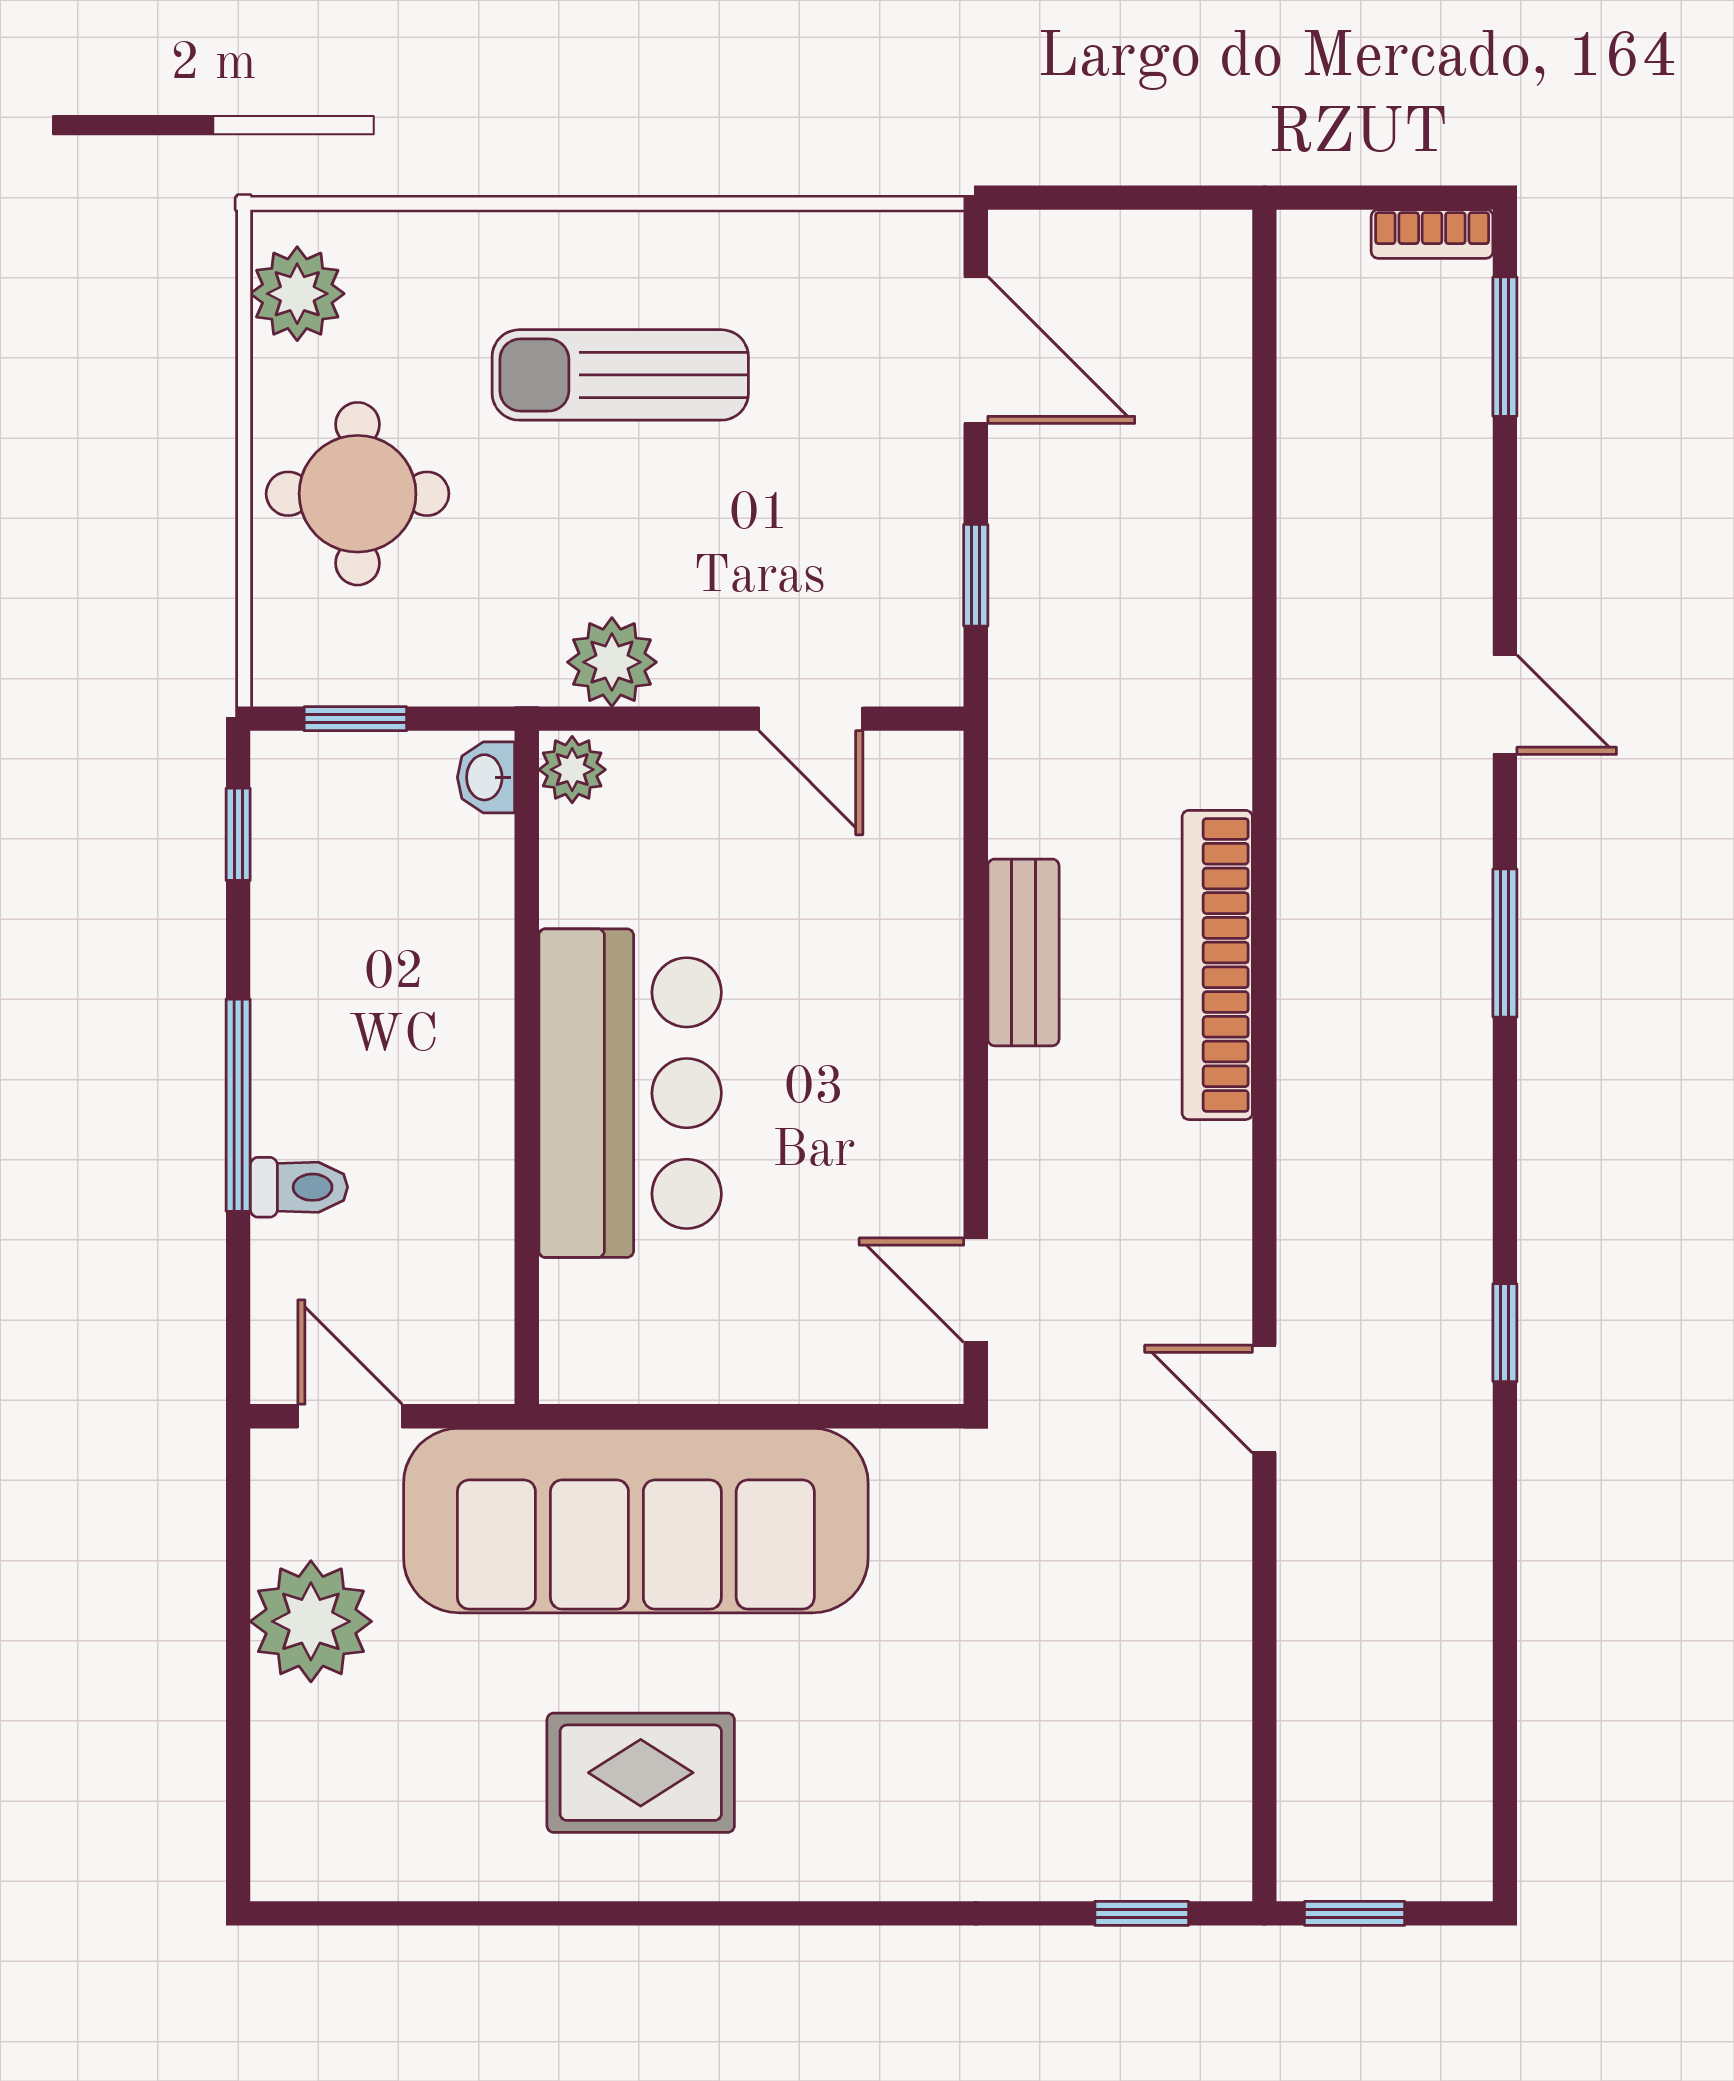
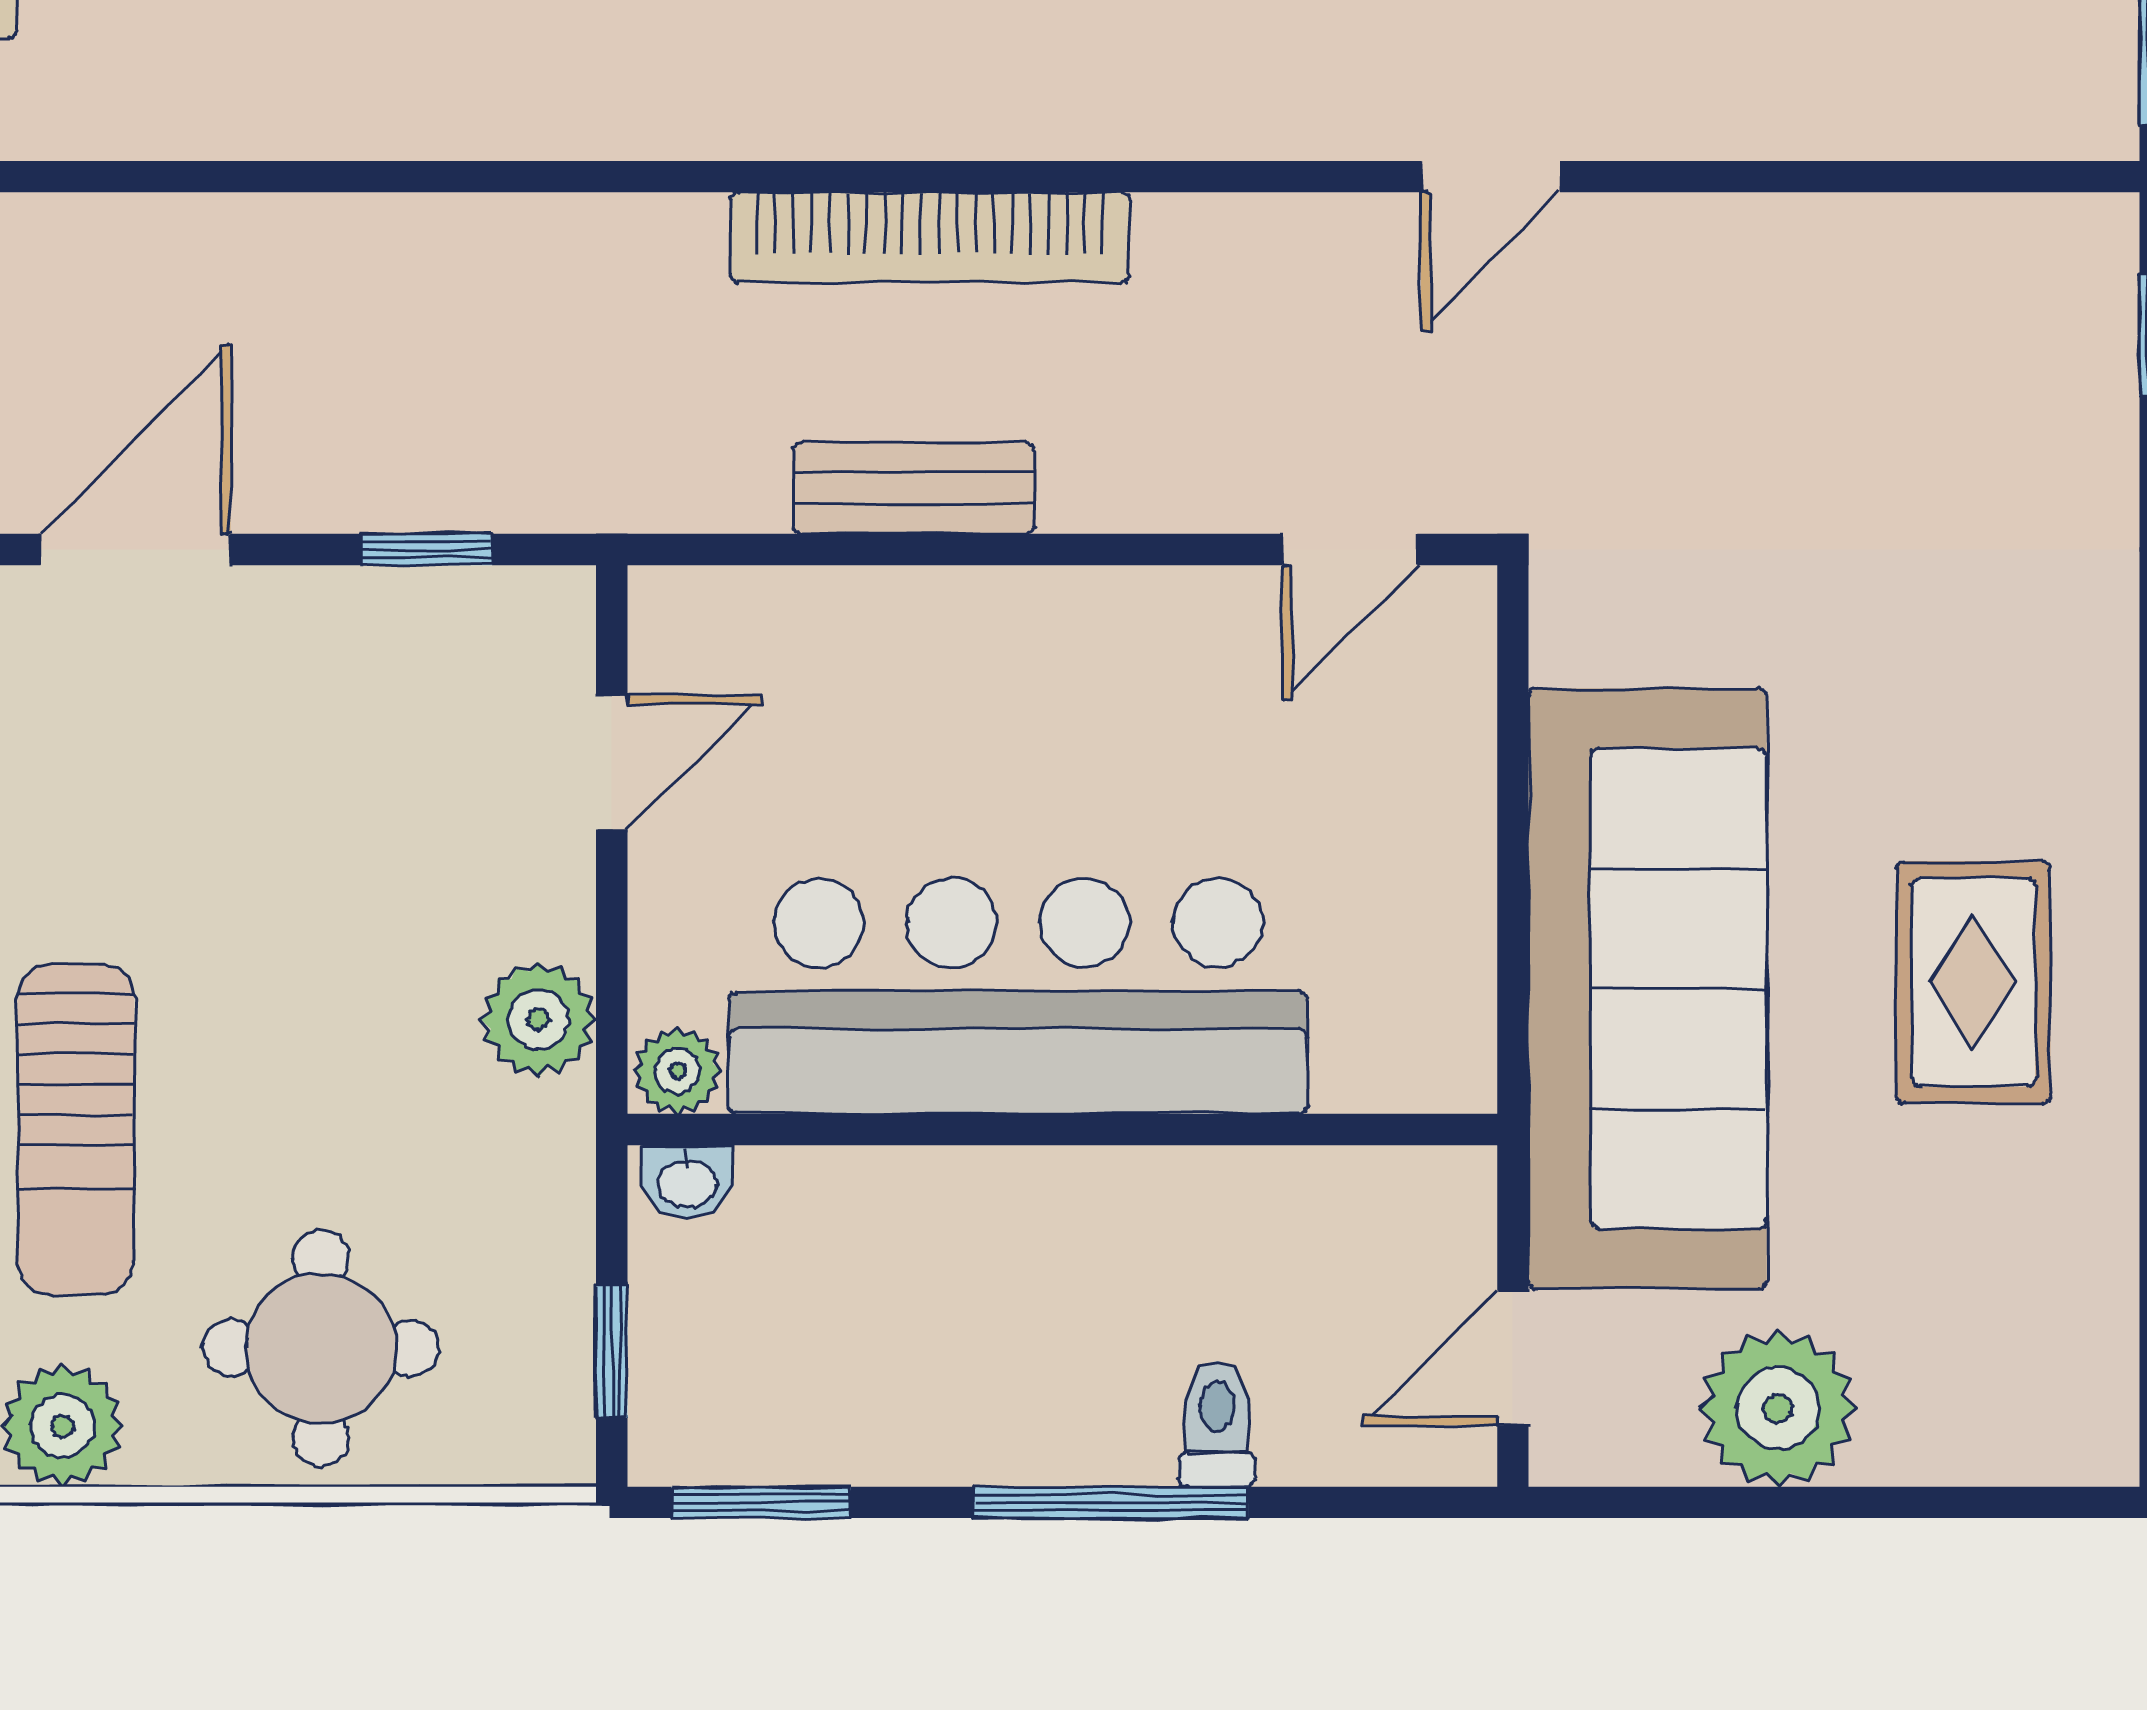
sun lounger: (620, 375) -> (76, 1129), moved
window: (238, 834) -> (761, 1502), width x1.50
bar counter: (630, 1093) -> (1018, 996), width x1.36

